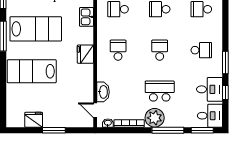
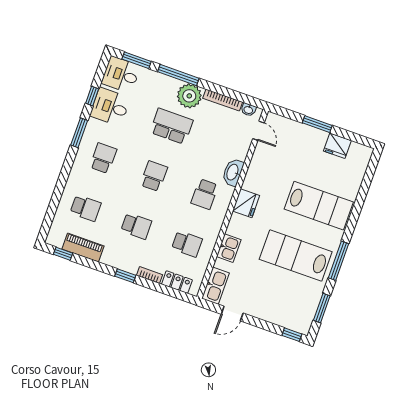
school desk: (160, 50) -> (154, 176), turned 180
school desk: (201, 50) -> (103, 158), turned 90
school desk: (160, 91) -> (172, 126), turned 180
washbasin: (103, 92) -> (233, 172), moved

